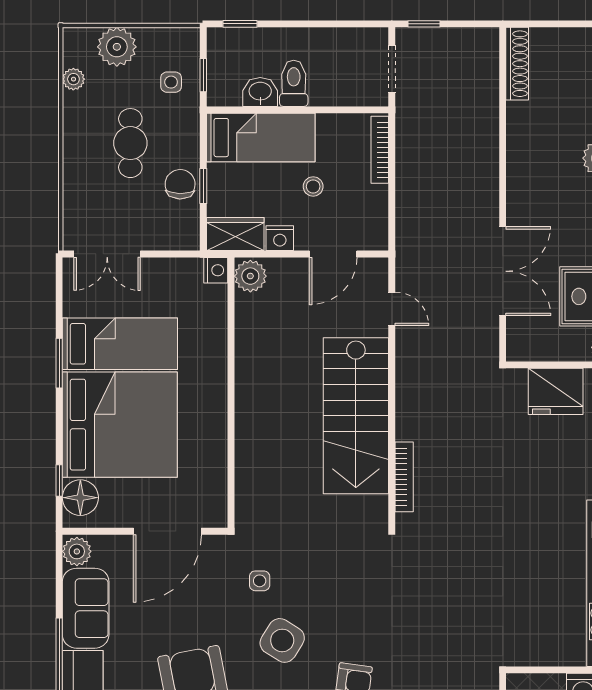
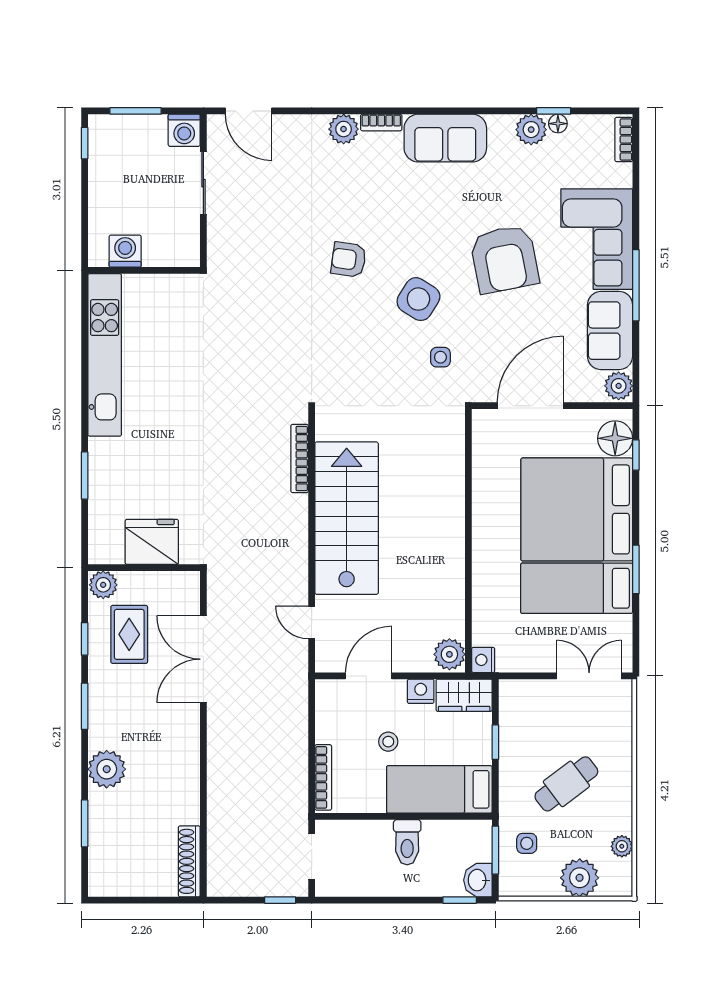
window: (203, 75) -> (495, 850), width x1.50
washbasin: (260, 92) -> (478, 880), moved, turned 90
cafe table: (130, 143) -> (566, 784), turned 53
chair: (180, 184) -> (518, 744), removed

